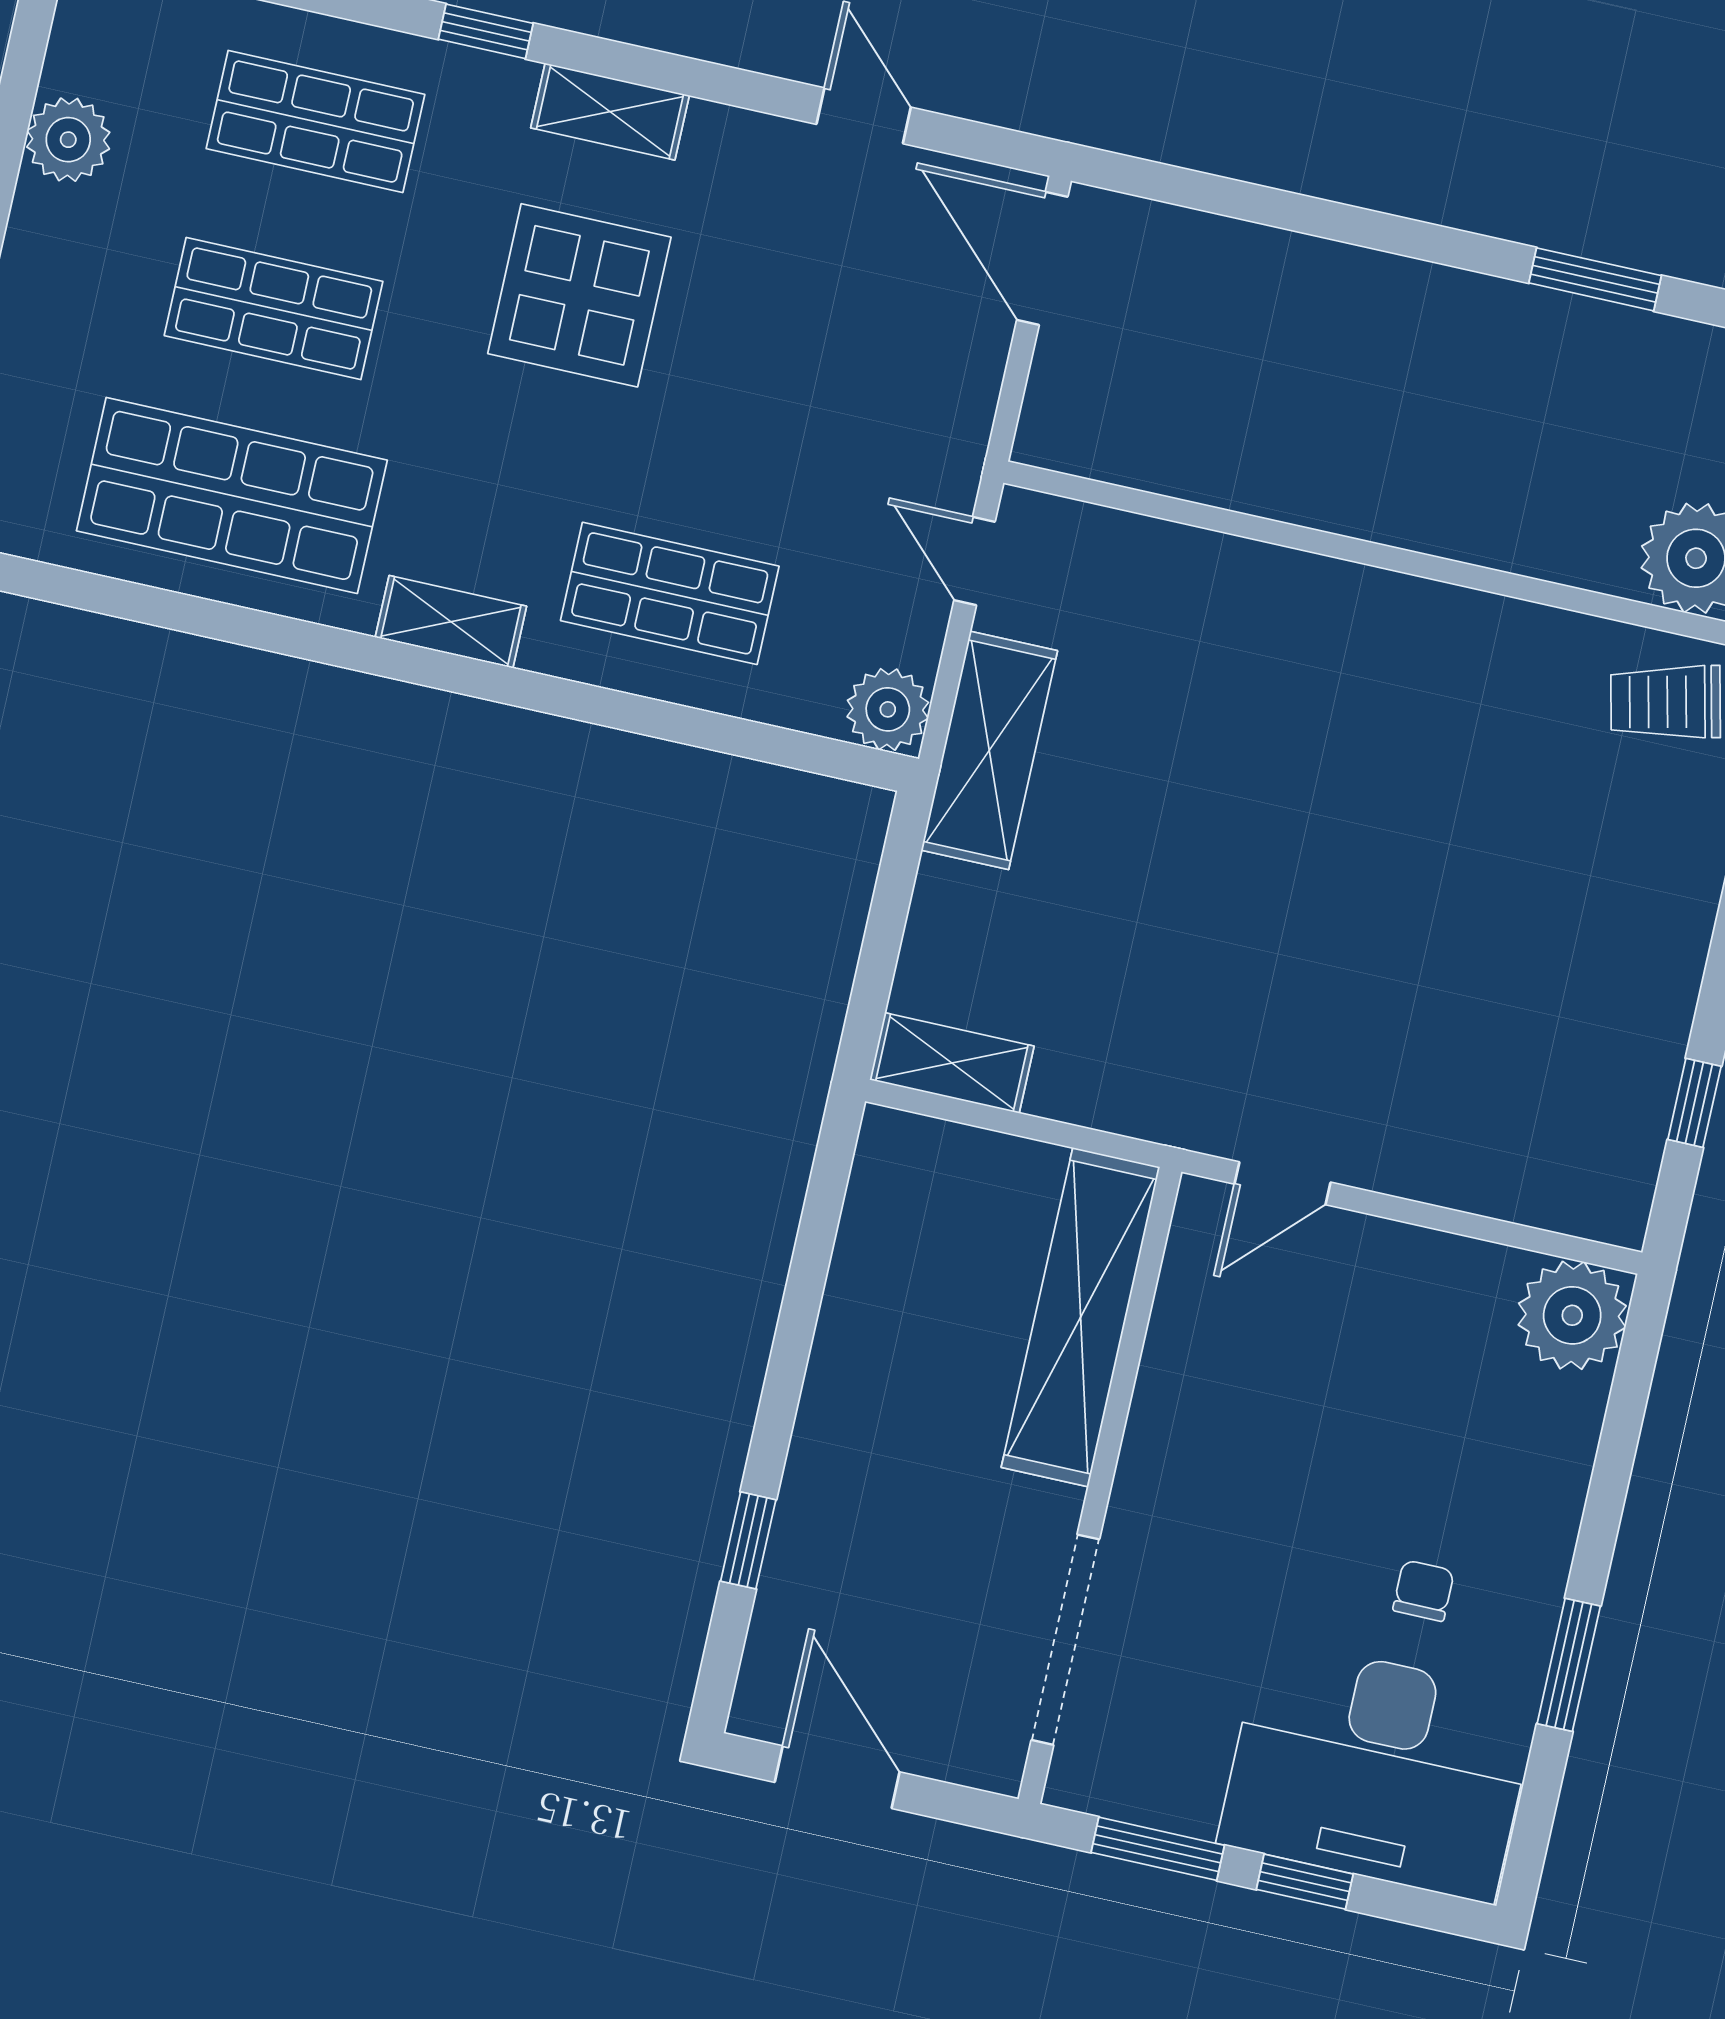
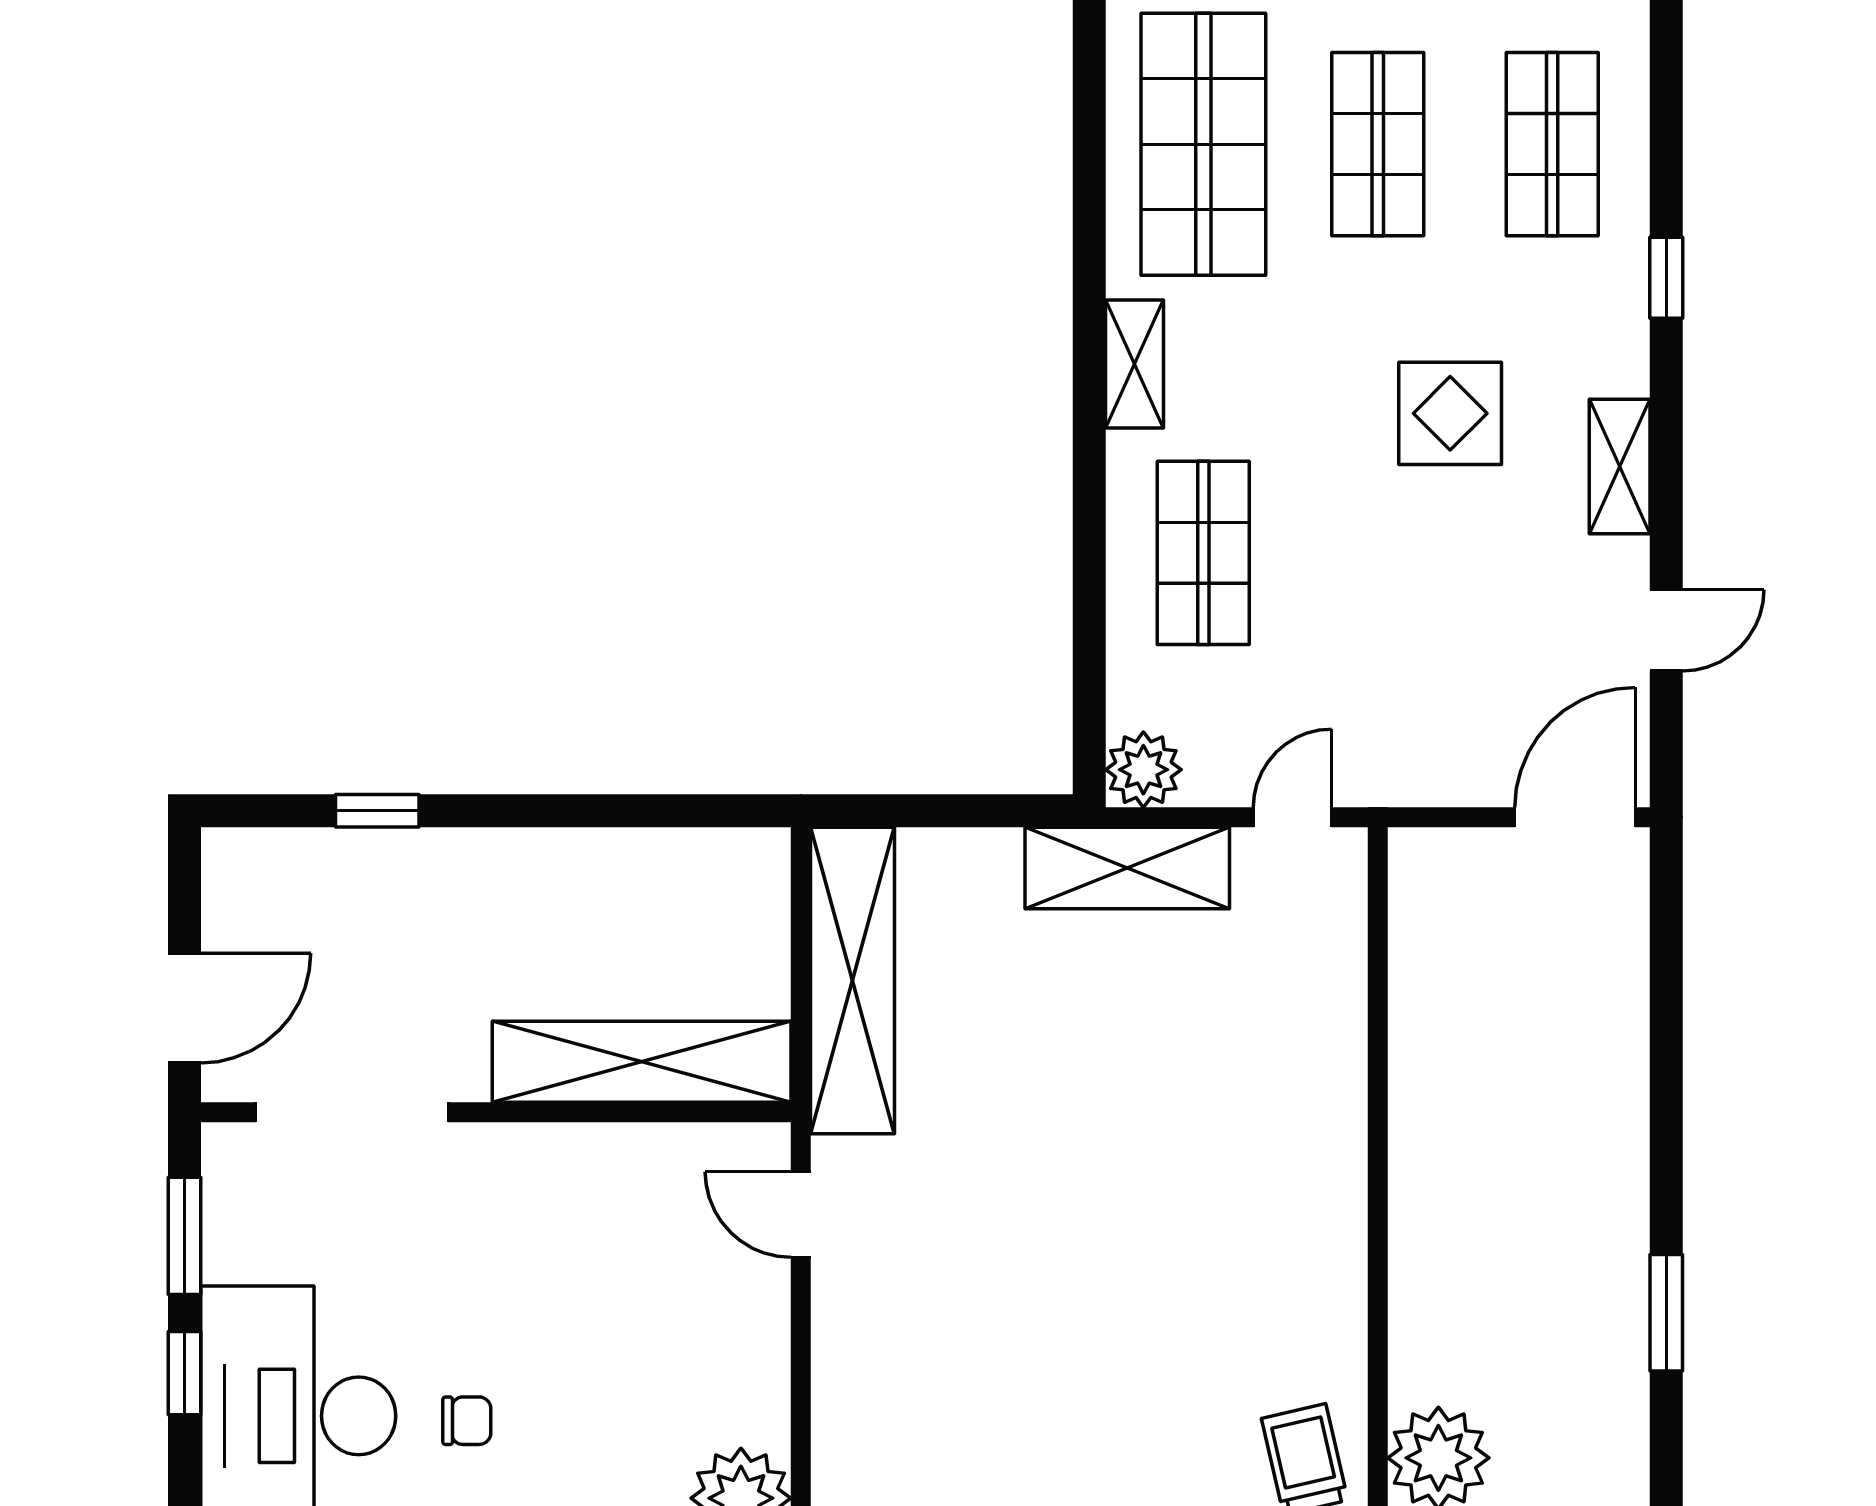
shelving: (610, 112) -> (1620, 467), moved
display table: (579, 295) -> (1450, 413), width x0.73, depth x0.73
shelving: (952, 1063) -> (852, 980), width x2.20, depth x1.33
door: (837, 1777) -> (185, 1008), moved

